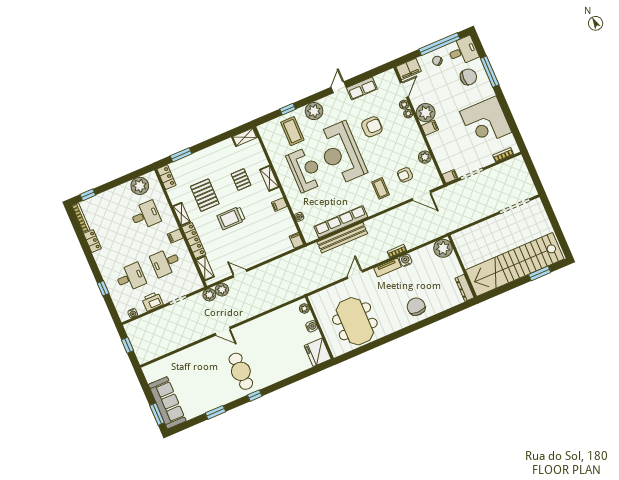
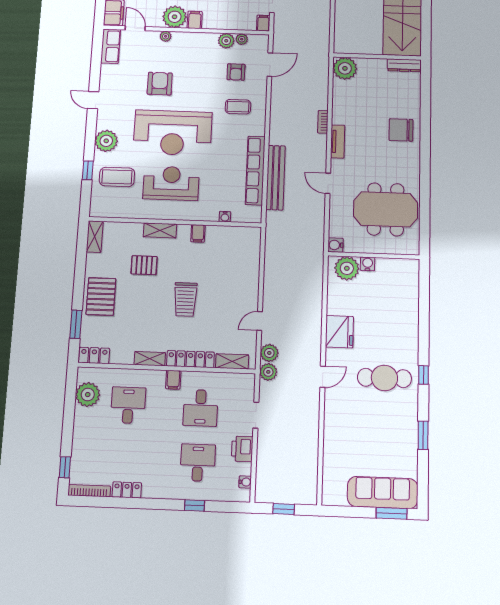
row of seats: (362, 88) -> (111, 46), moved
plant: (404, 105) -> (242, 39), moved
pallet: (205, 195) -> (101, 296), moved, turned 90
filing cabinet: (296, 240) -> (252, 233), removed
water cooler: (406, 260) -> (335, 245), moved
plant: (304, 308) -> (347, 268), width x1.87, depth x1.87
fridge: (318, 352) -> (339, 332), moved, turned -90

